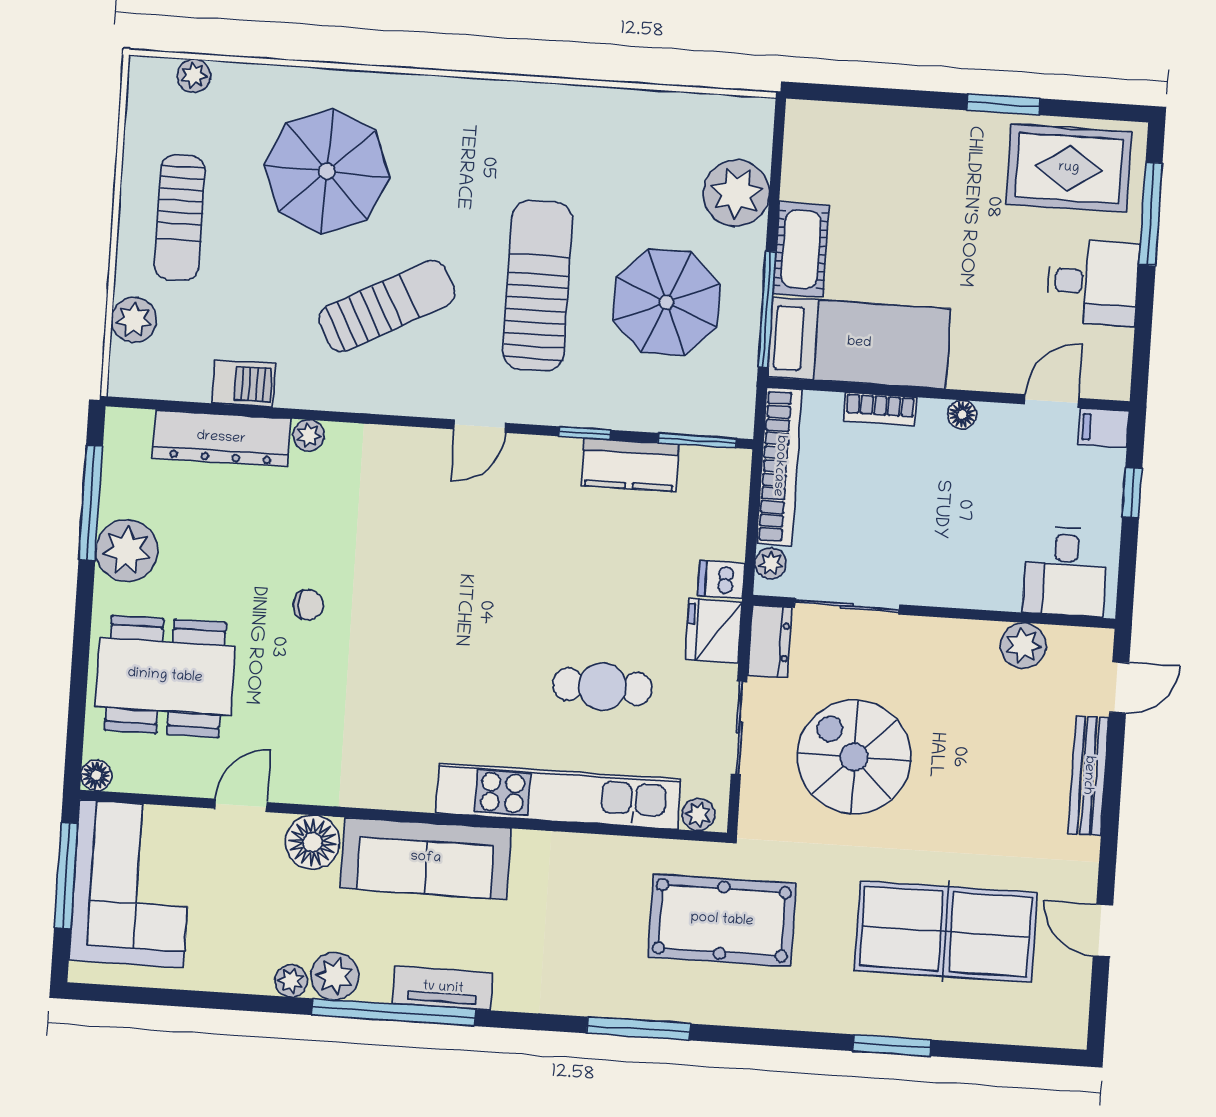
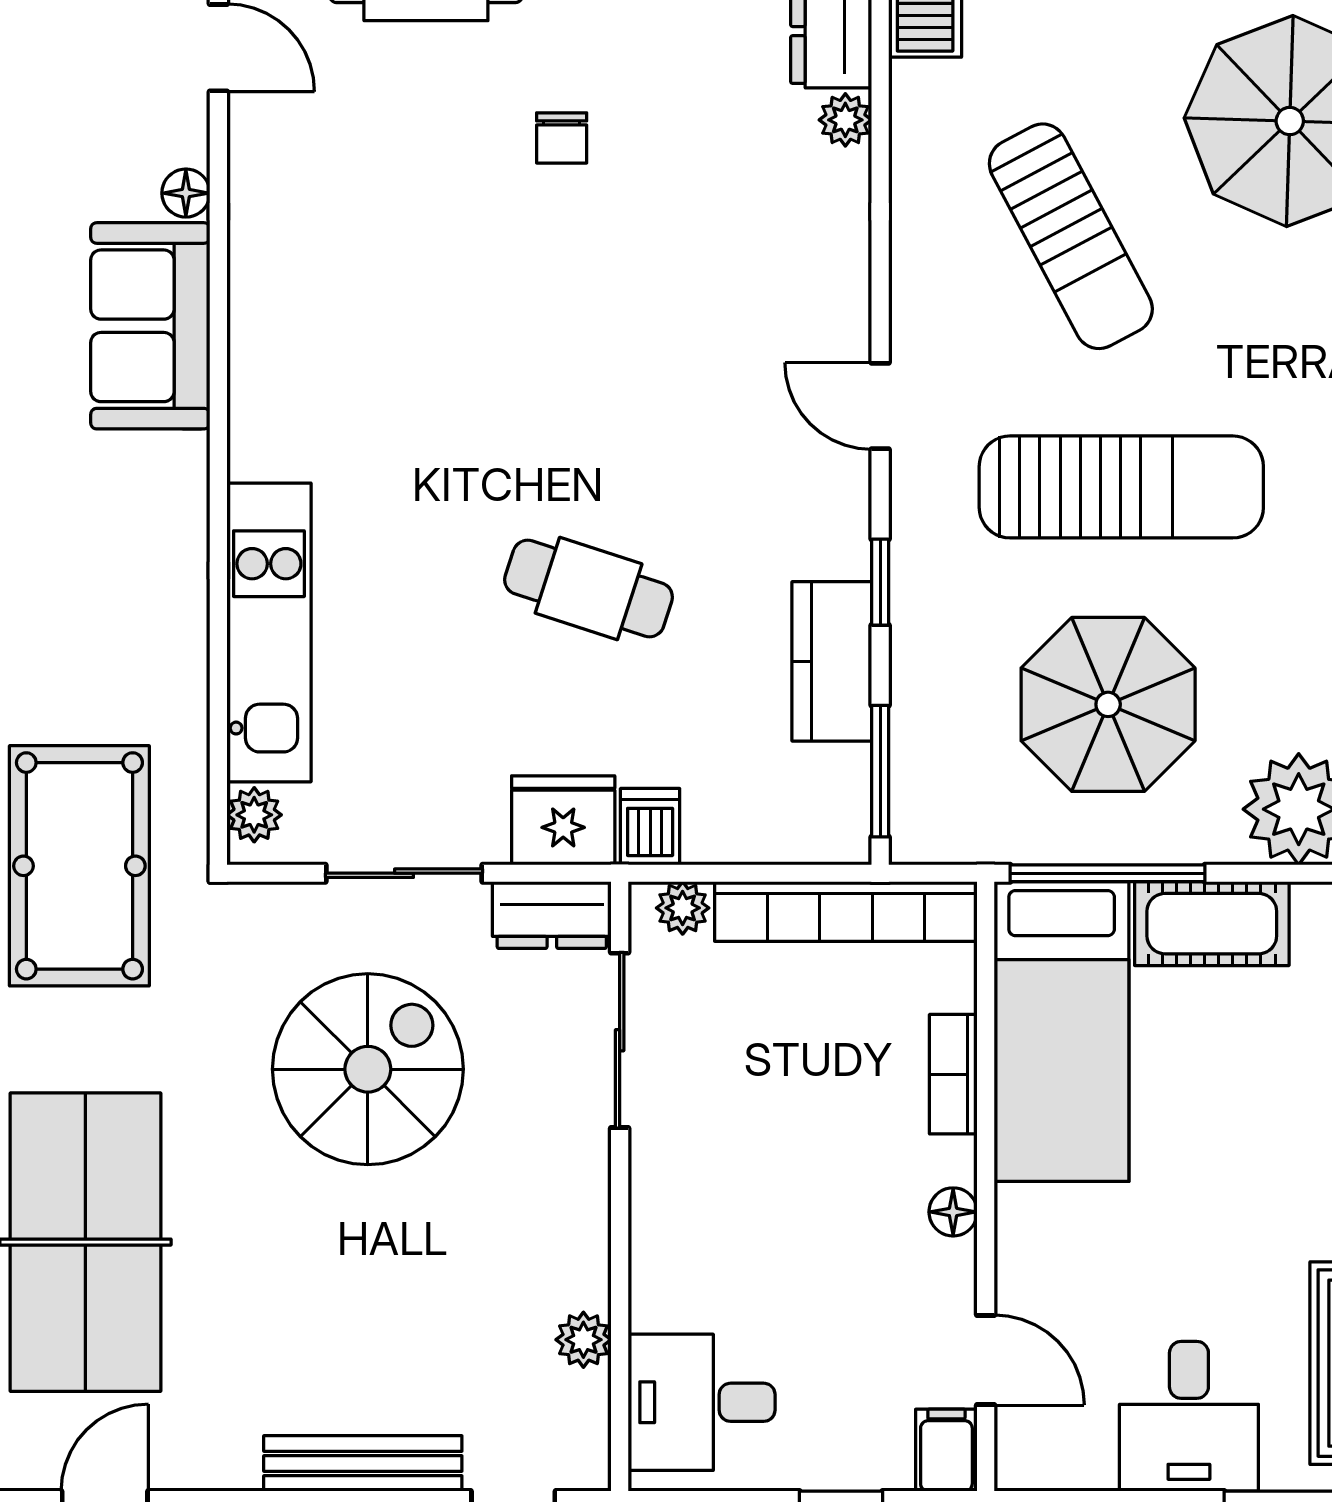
plant: (1023, 646) -> (583, 1340), width x0.73, depth x0.73
cafe table: (602, 686) -> (589, 589), moved, turned -72
kitchen unit: (558, 796) -> (269, 632), width x0.73
floor lamp: (313, 842) -> (186, 193), width x0.53, depth x0.53
sofa: (426, 858) -> (150, 326), width x0.73

